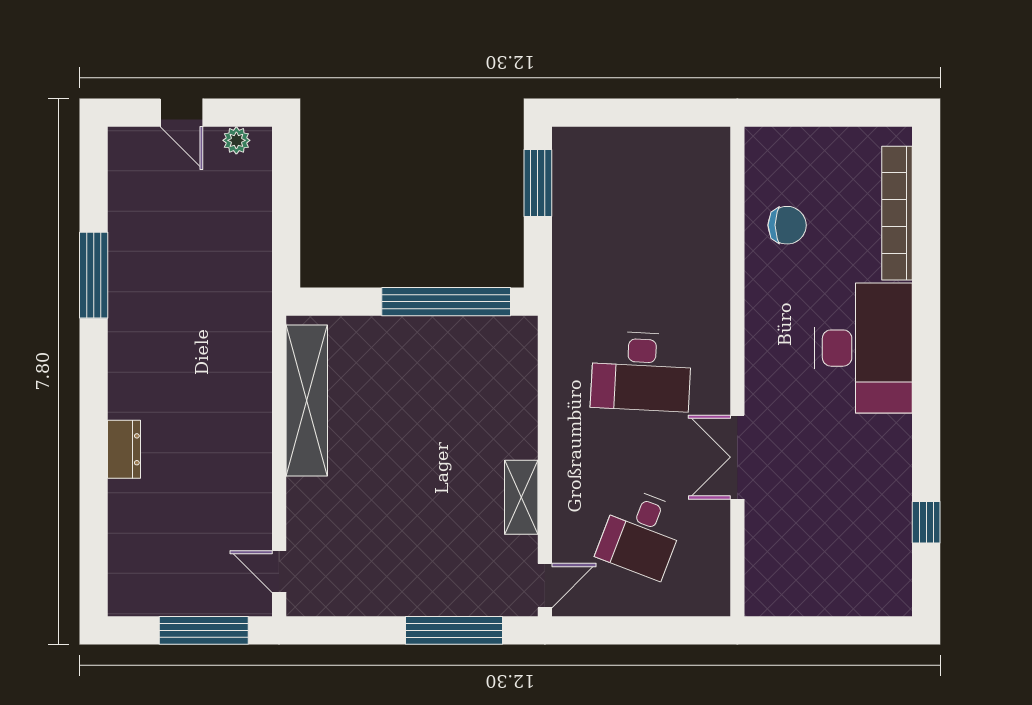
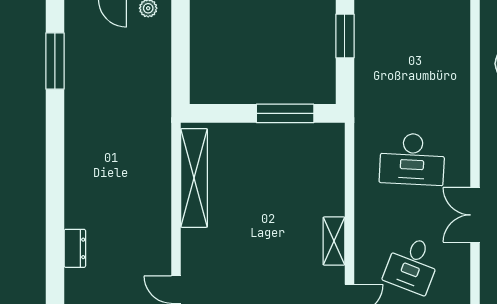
window: (94, 275) -> (55, 61), moved
window: (446, 302) -> (285, 113), width x0.68
dresser: (124, 449) -> (75, 248), moved

